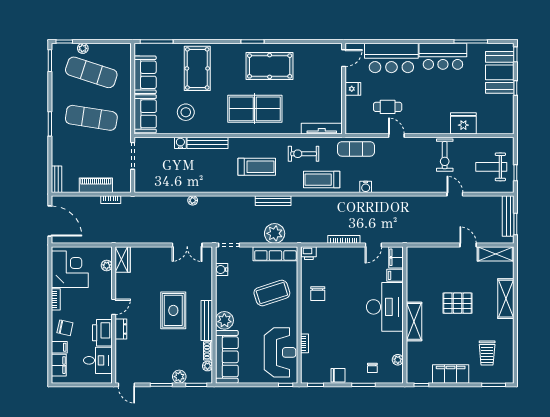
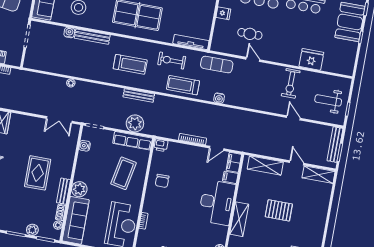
coffee table: (272, 293) -> (124, 173), turned -61
shelving: (506, 299) -> (265, 165), moved, turned 90
bench: (207, 321) -> (64, 191), width x0.73

